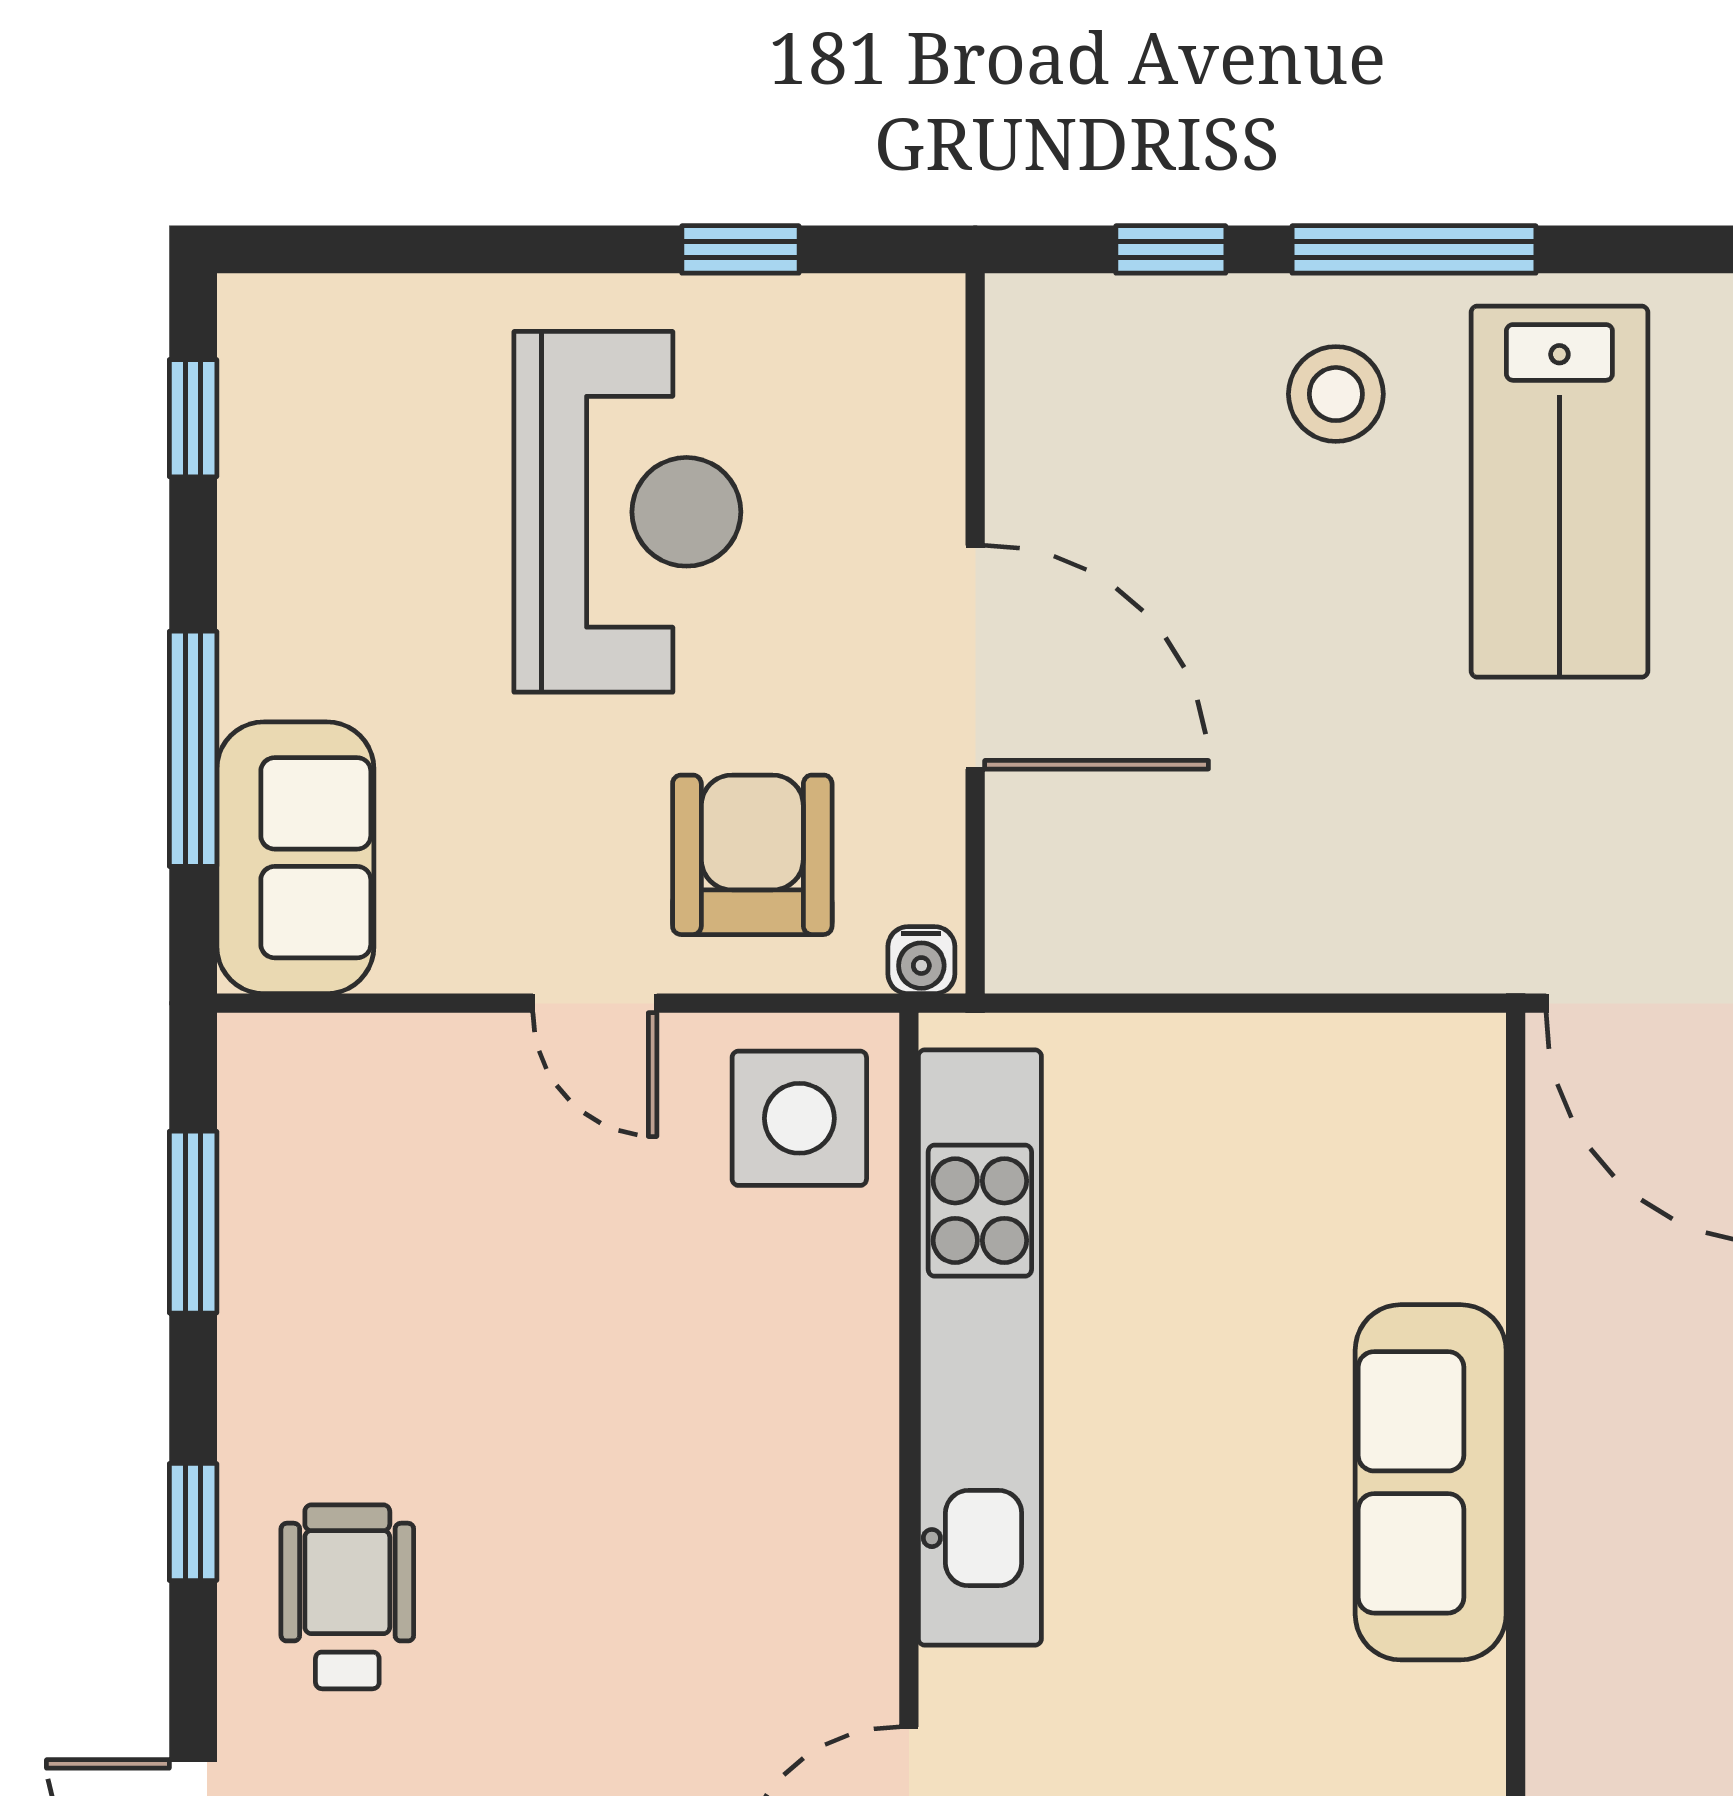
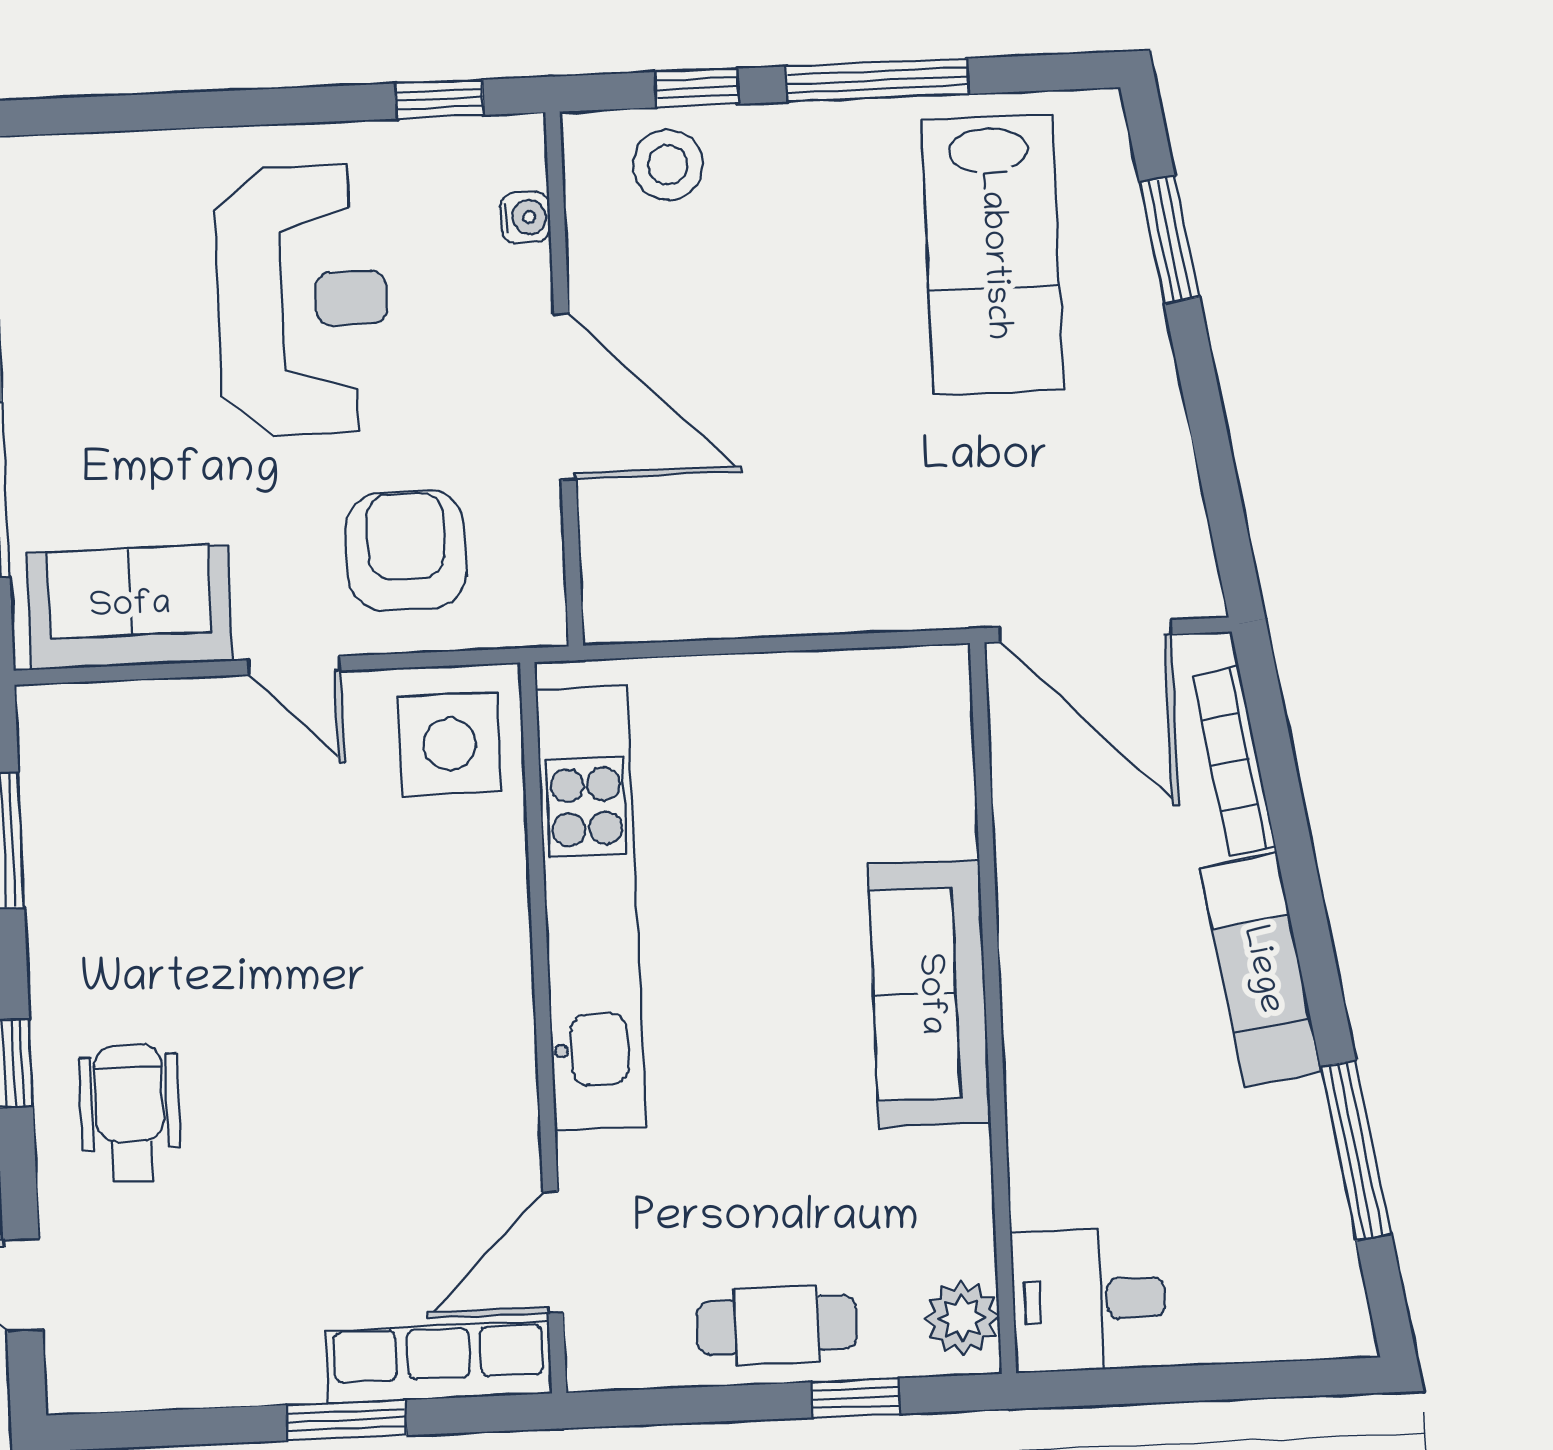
window: (740, 249) -> (439, 99), moved
stool: (1336, 394) -> (668, 165), moved
sofa: (295, 858) -> (130, 607), moved, turned -90
water cooler: (921, 960) -> (525, 217), moved, turned -90

